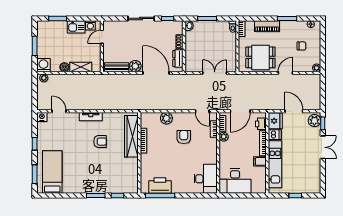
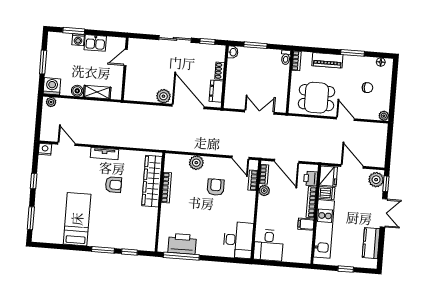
washing machine: (90, 25) -> (78, 40), moved
bench: (117, 67) -> (141, 96), removed
door: (285, 73) -> (345, 119), hinge flipped
door: (240, 111) -> (287, 161), hinge flipped
bed: (52, 172) -> (77, 219), moved
kitchen counter: (314, 173) -> (371, 243), added
desk: (235, 181) -> (269, 245), width x0.73

